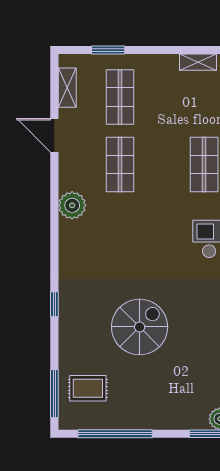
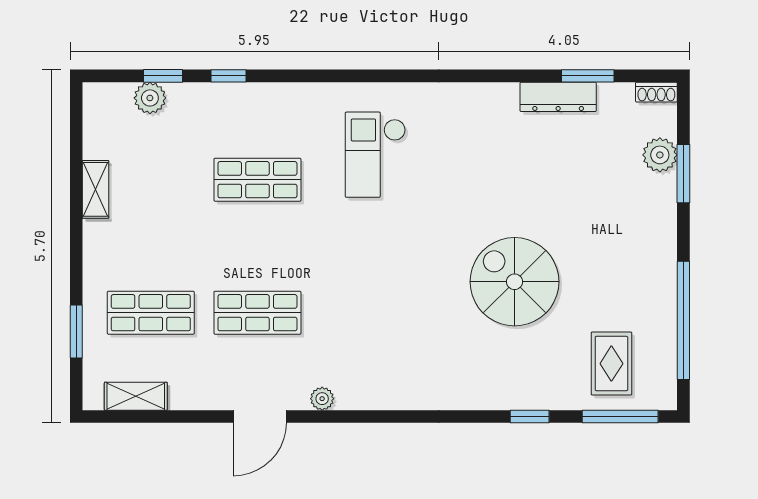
door: (54, 135) -> (260, 417), moved
plant: (72, 205) -> (322, 399), width x0.53, depth x0.53
window: (54, 304) -> (530, 417), moved

